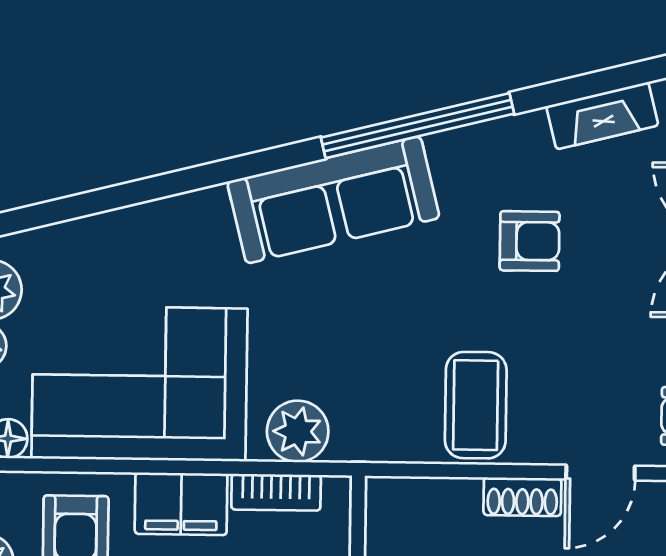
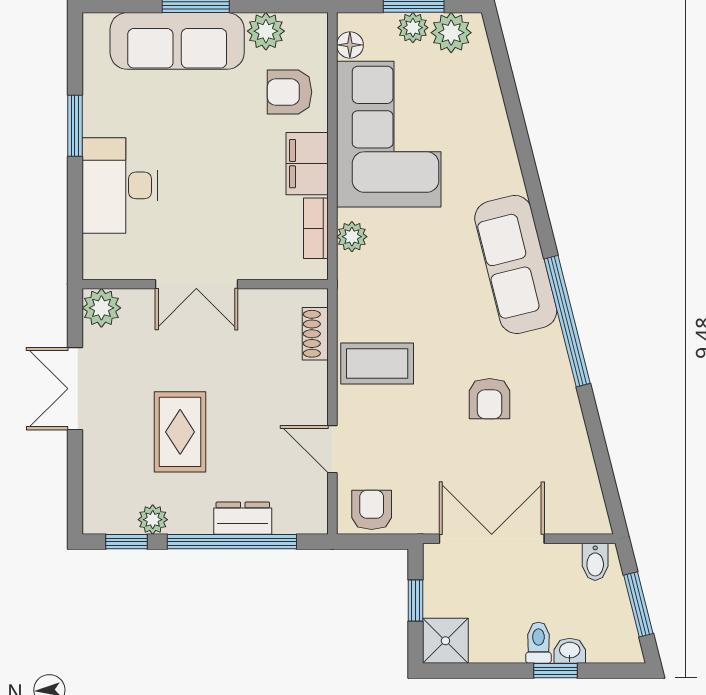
fireplace: (602, 116) -> (576, 447), removed
plant: (298, 431) -> (352, 237), width x0.73, depth x0.73
shoe rack: (522, 497) -> (315, 334), moved

